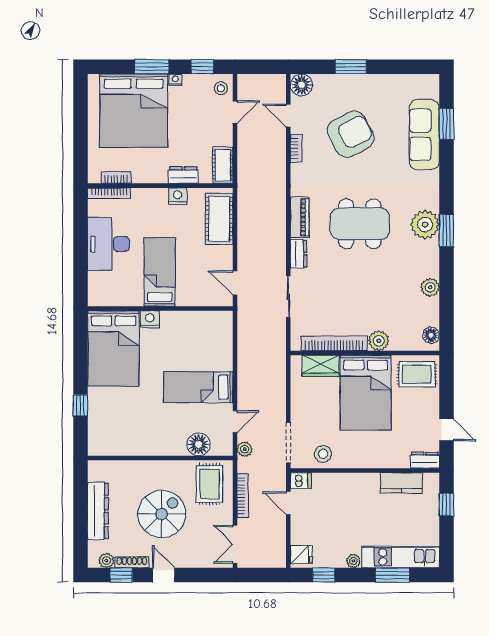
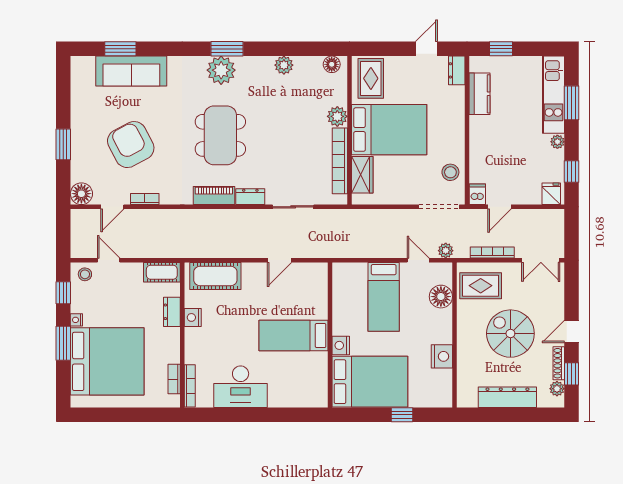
bed: (160, 272) -> (293, 336), moved
wall: (160, 308) -> (330, 335), moved
nightstand: (150, 319) -> (341, 345), moved
bed: (113, 348) -> (370, 382), moved
nightstand: (139, 445) -> (442, 356), added

